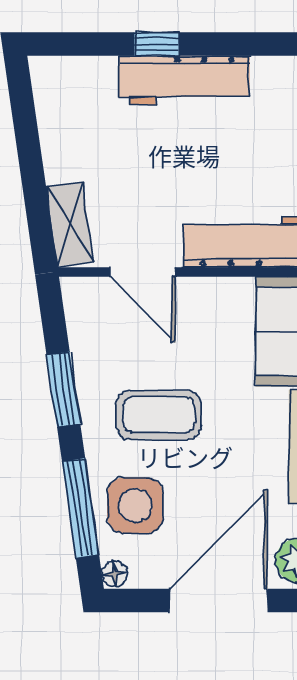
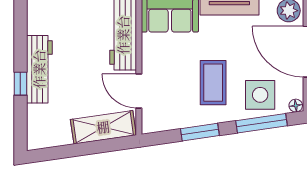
shelving: (70, 224) -> (103, 127), width x1.50, depth x1.33
door: (143, 272) -> (139, 91), swing flipped

